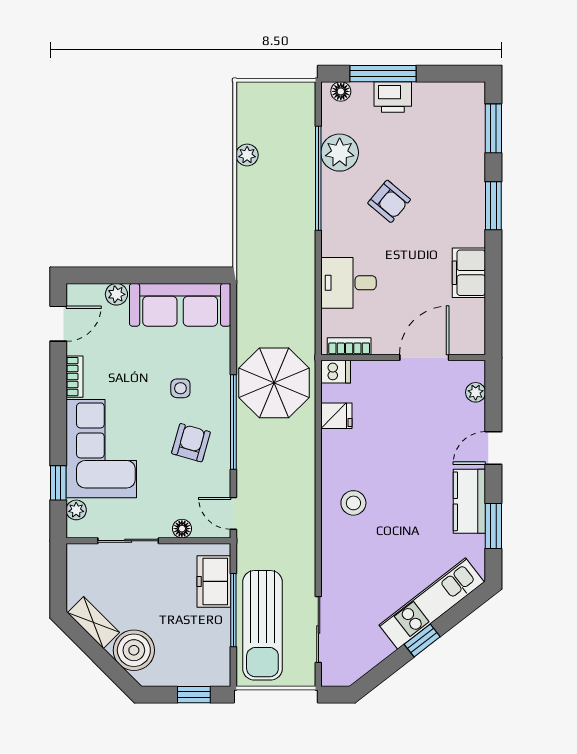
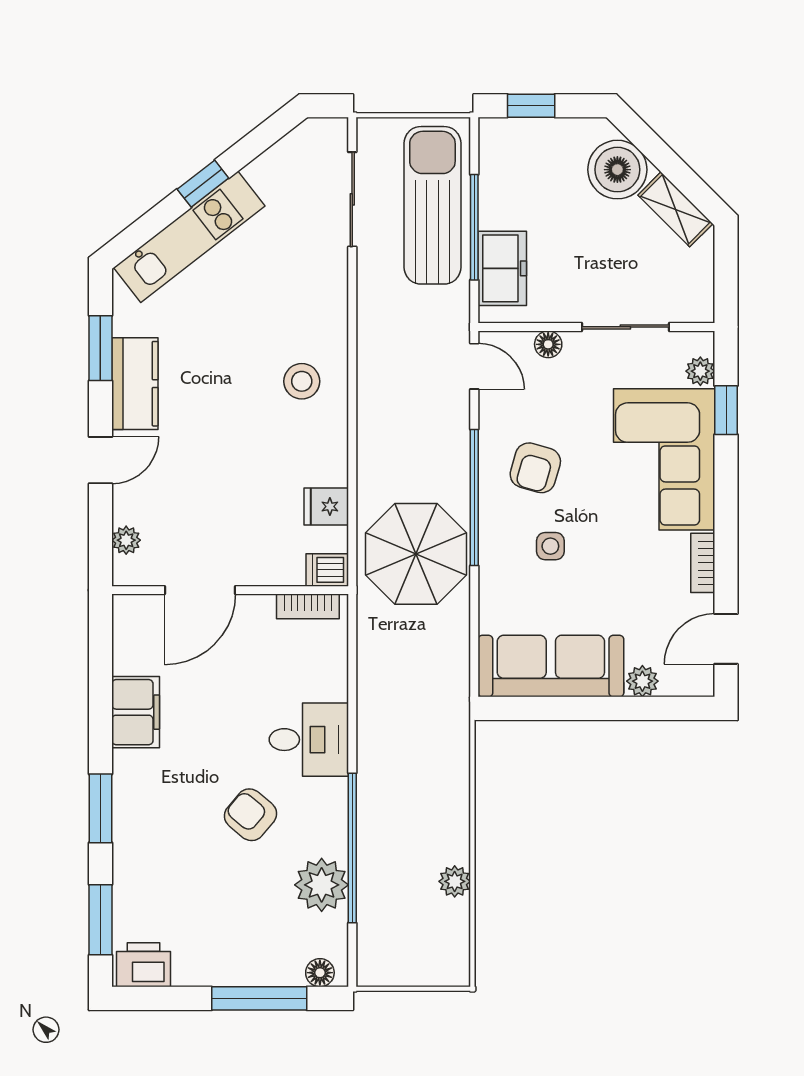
printer: (393, 97) -> (143, 965), moved
desk: (348, 283) -> (309, 740), moved

